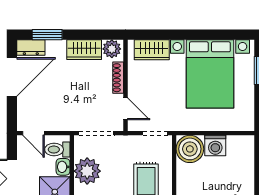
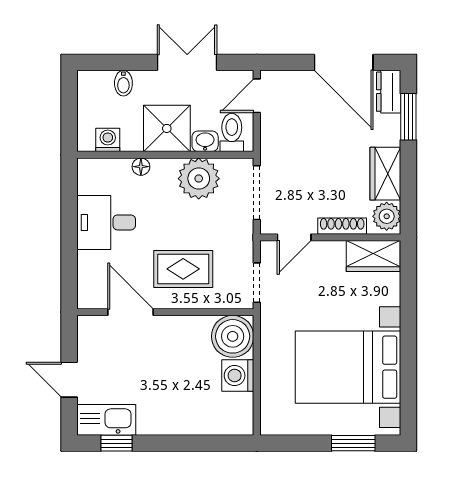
wardrobe: (152, 50) -> (373, 256), moved, turned -90

